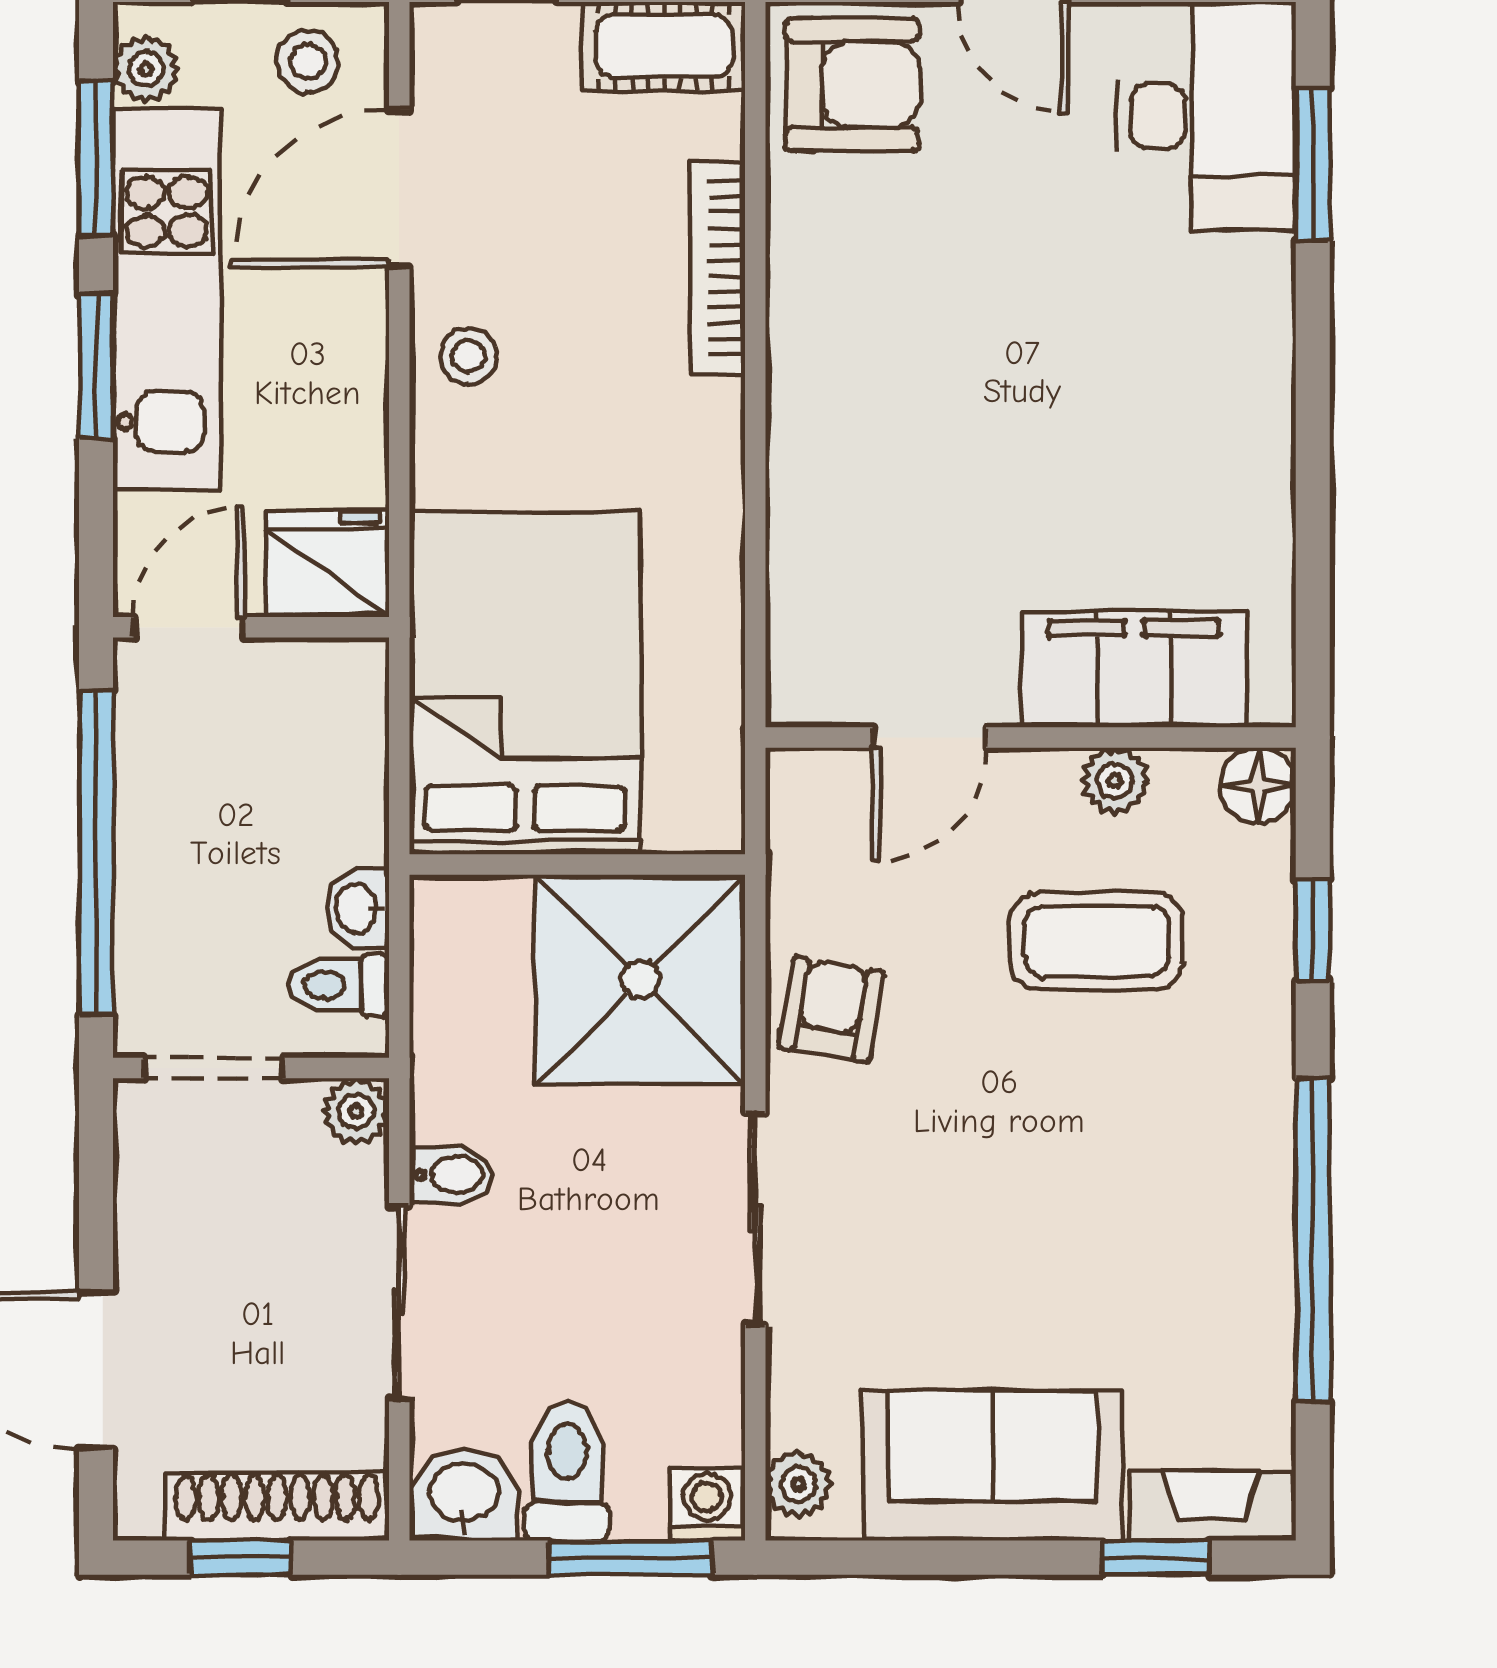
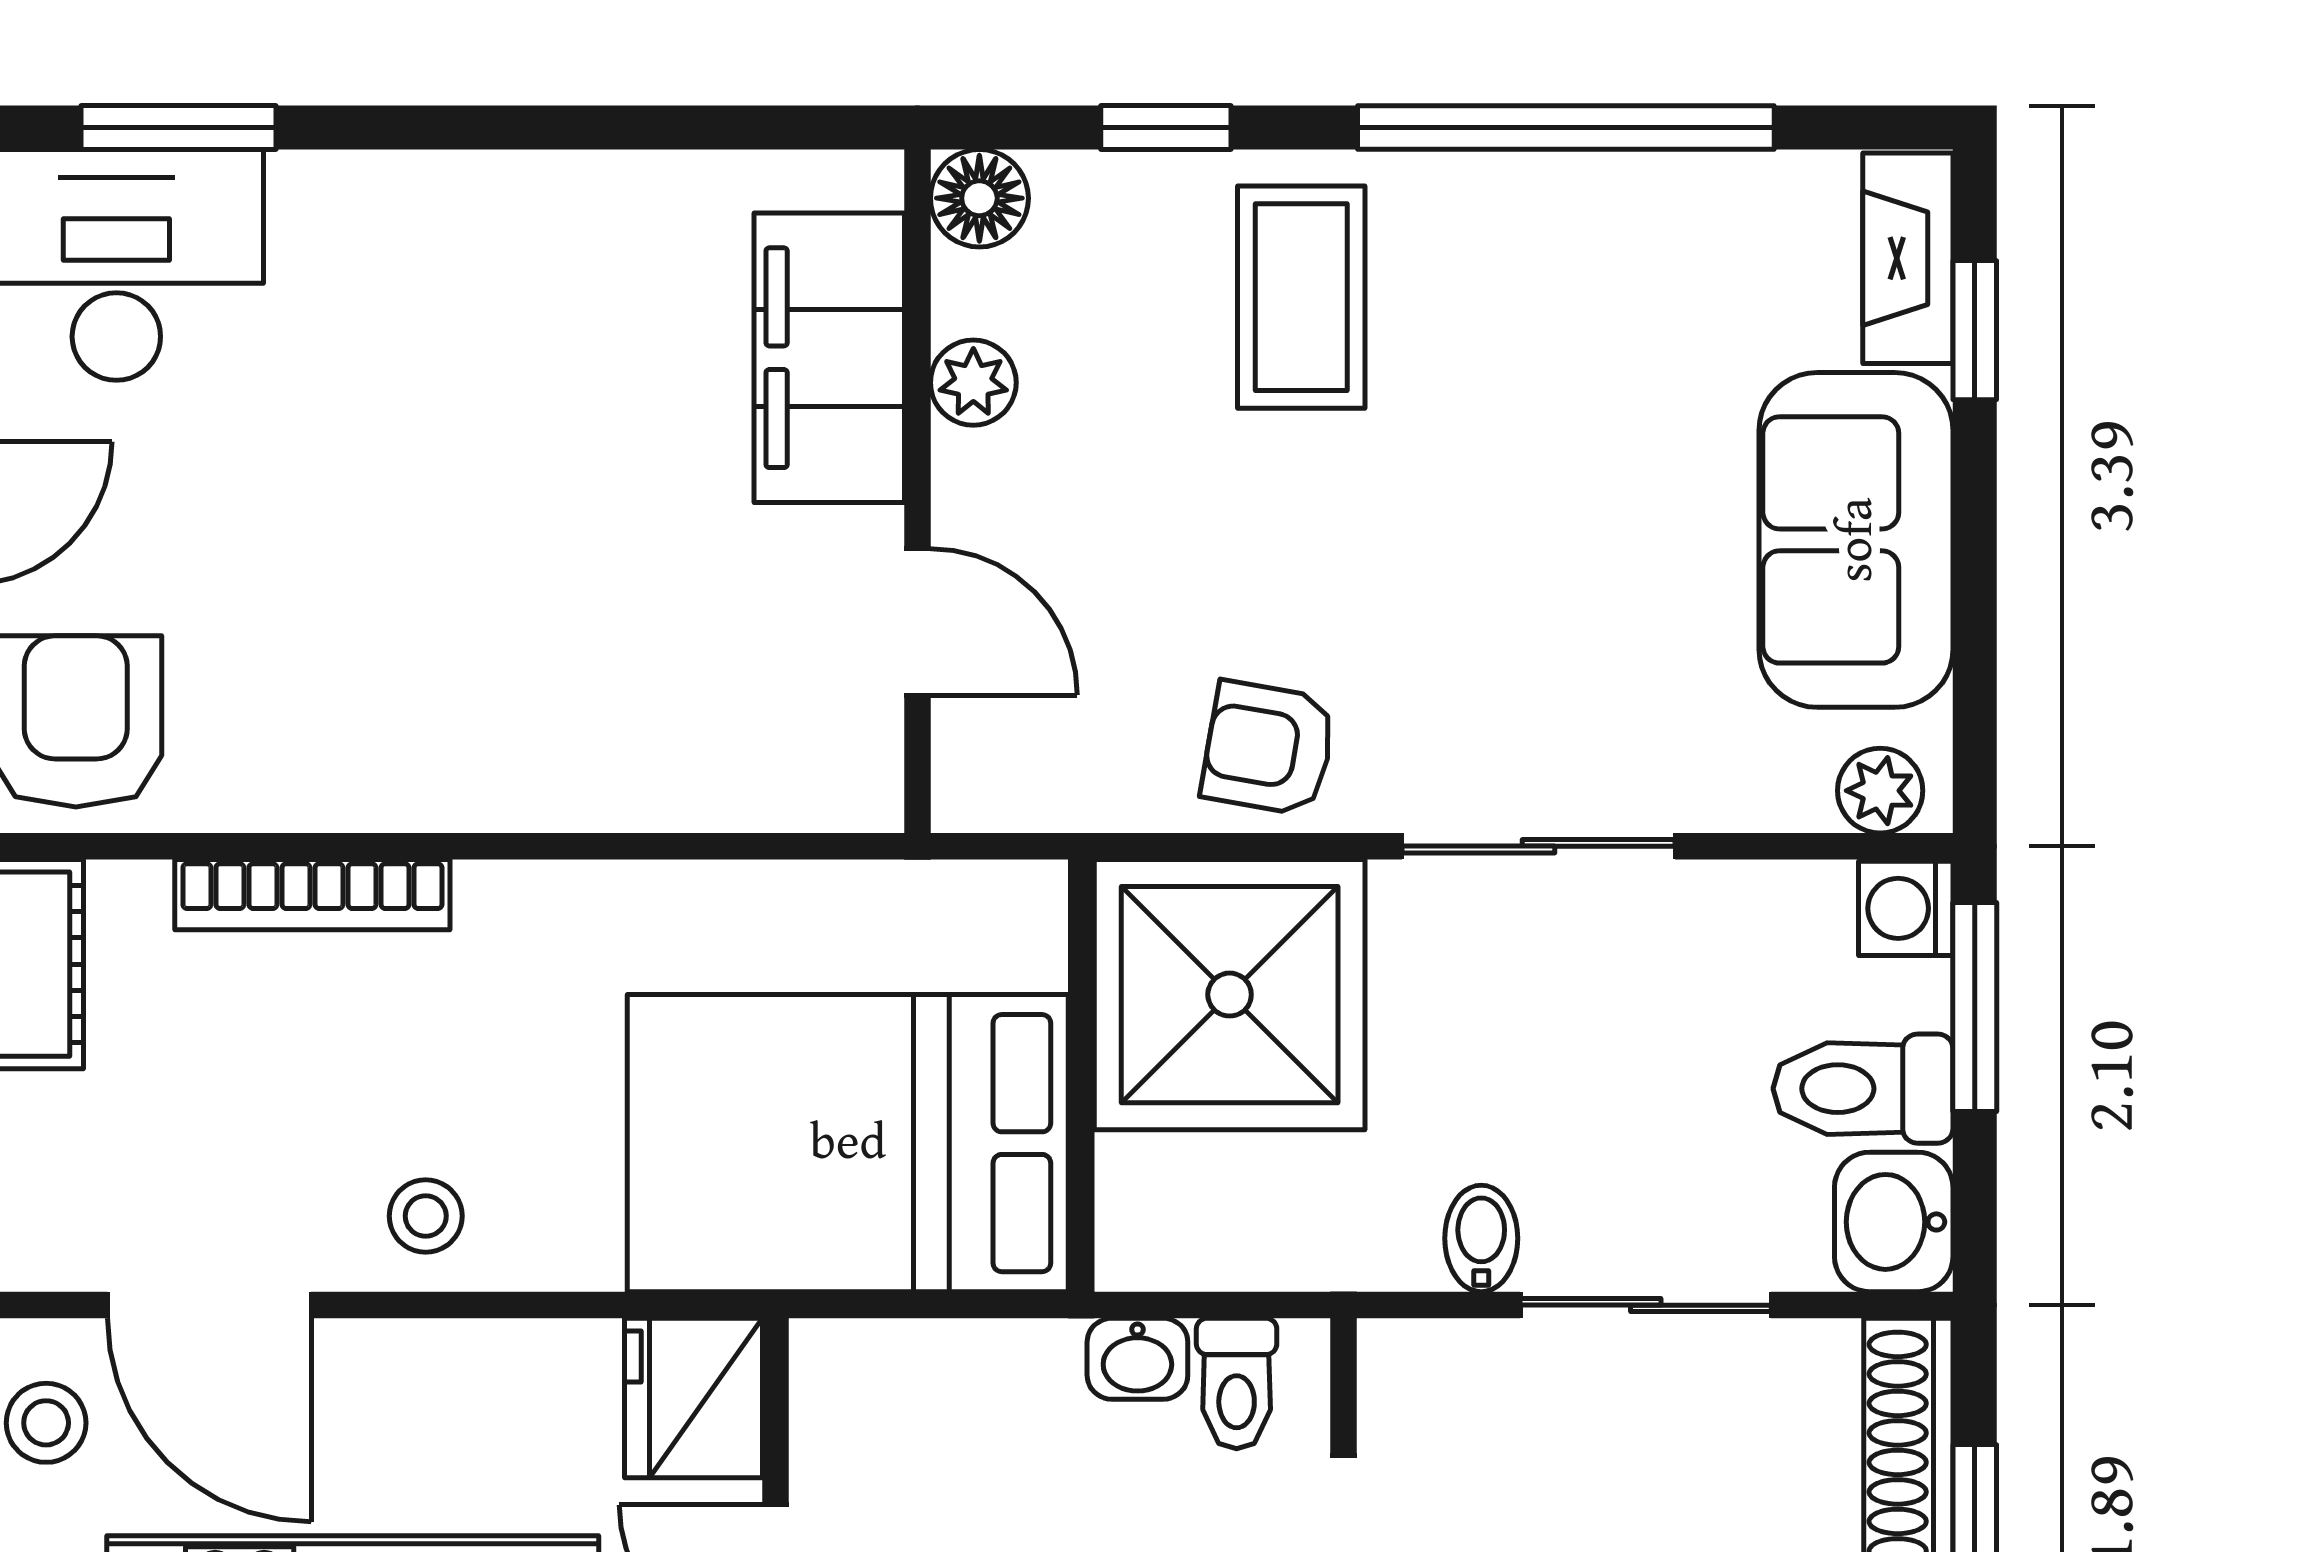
coffee table: (1096, 941) -> (1301, 297), moved
plant: (356, 1111) -> (1399, 1361), removed

